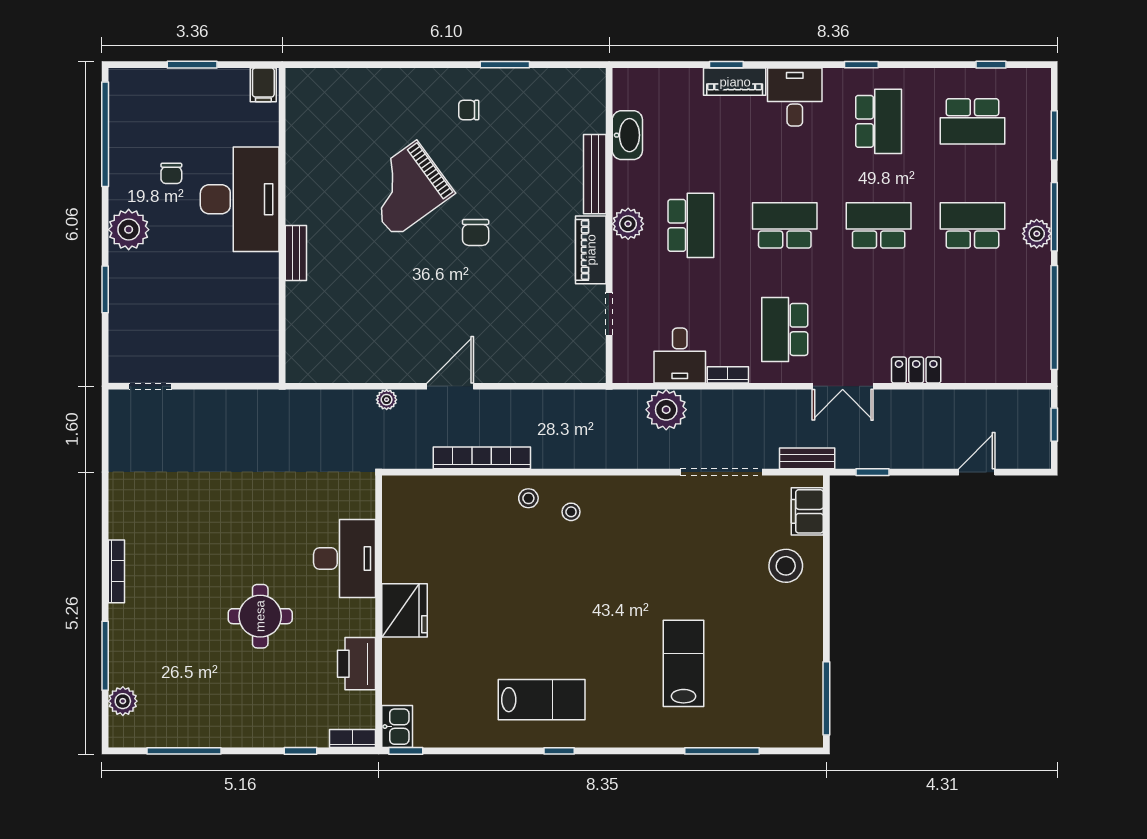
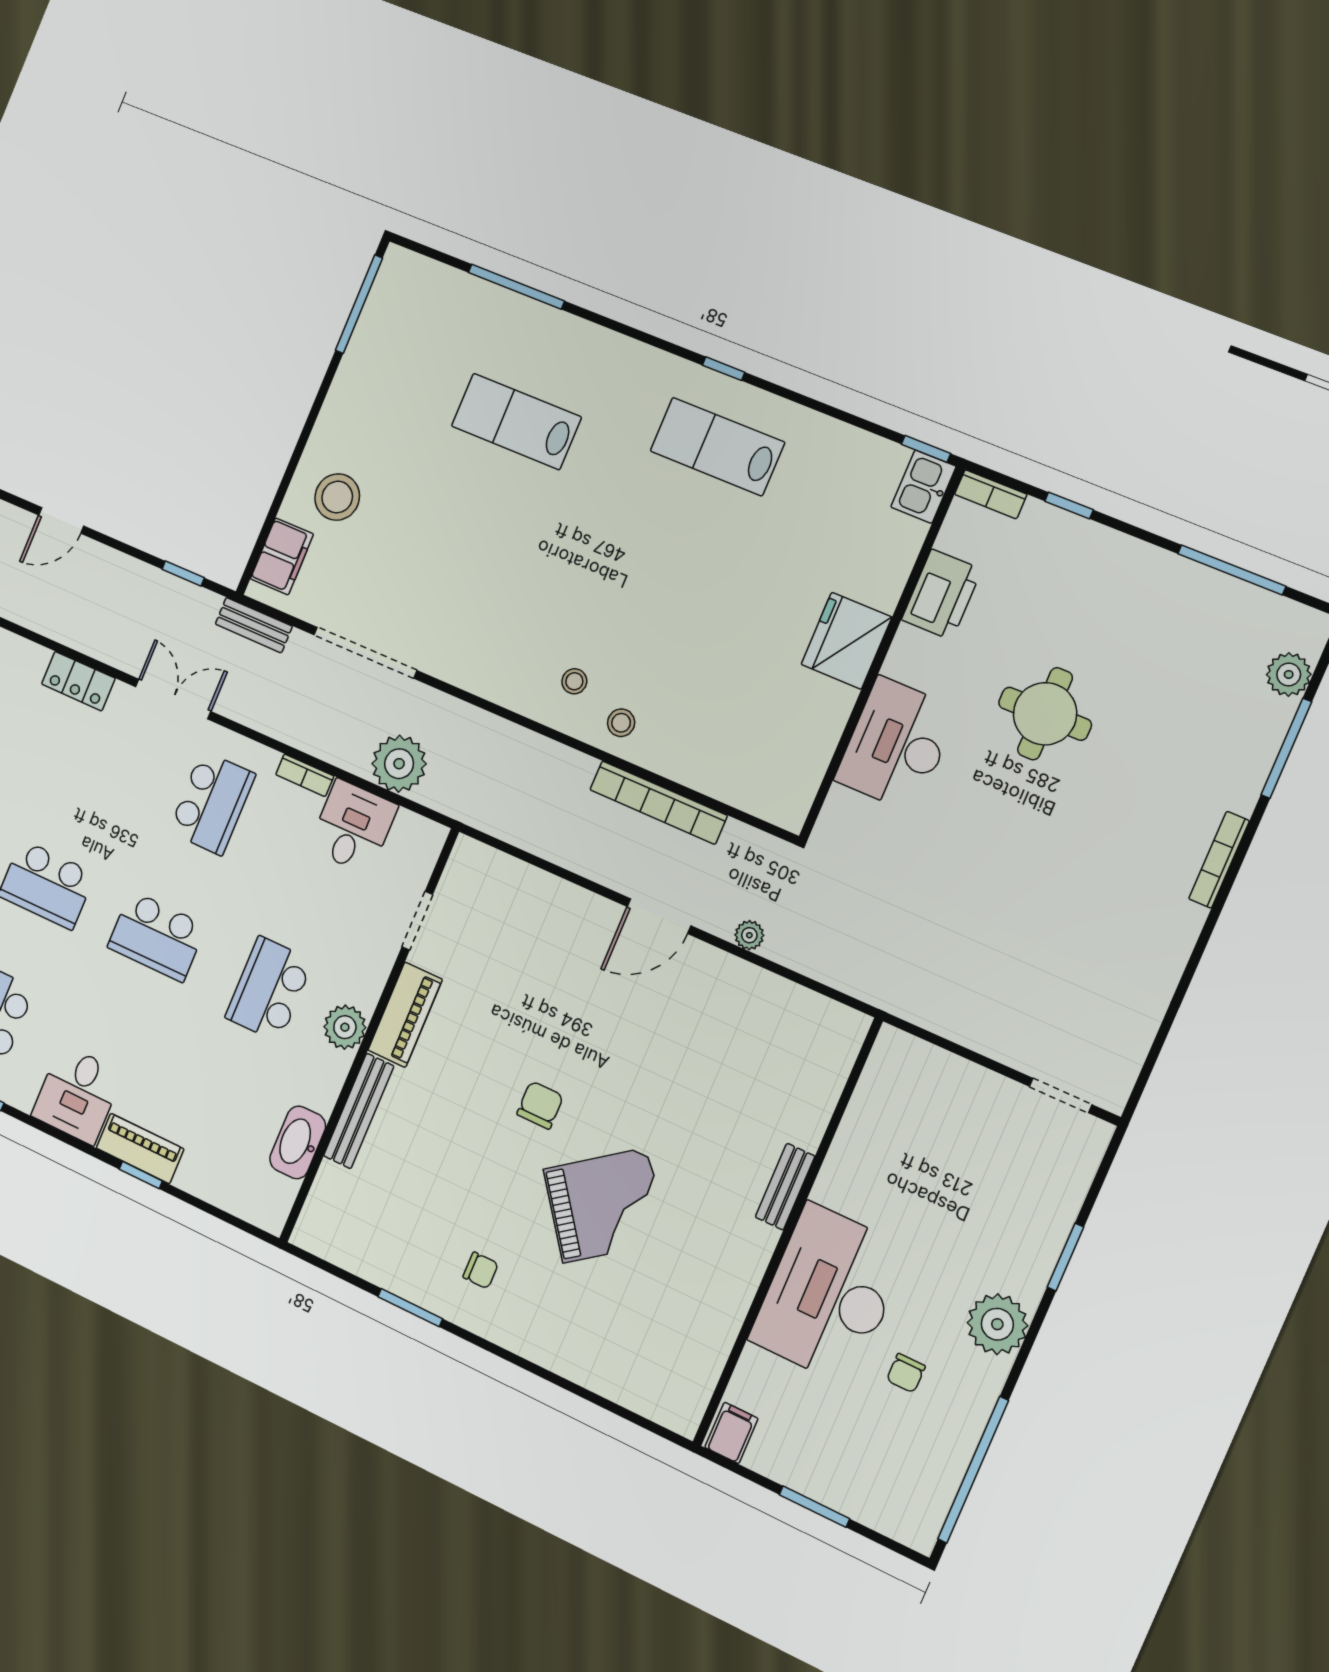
chair: (171, 173) -> (906, 1373), turned 180
lab bench: (684, 663) -> (516, 422), turned 90

